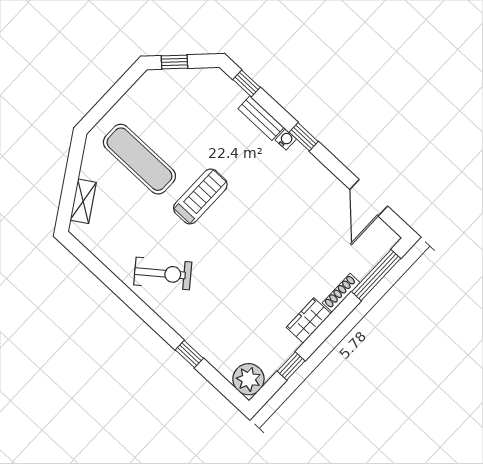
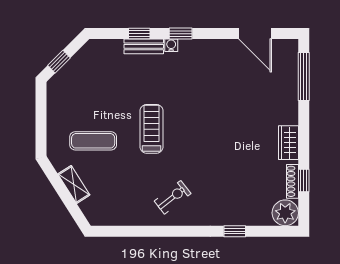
window: (247, 83) -> (139, 34), moved
exercise mat: (139, 159) -> (93, 141), width x0.73, depth x0.69
shelving: (83, 201) -> (74, 185), moved
exercise bike: (163, 273) -> (173, 197), width x0.73, depth x0.72
shoe rack: (341, 293) -> (292, 181), moved

